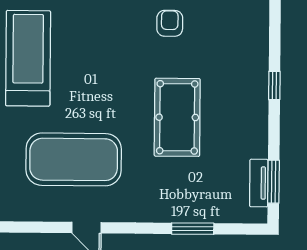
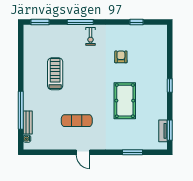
treadmill: (28, 58) -> (55, 74), width x0.73, depth x0.73
exercise mat: (74, 159) -> (77, 121), width x0.50, depth x0.69

